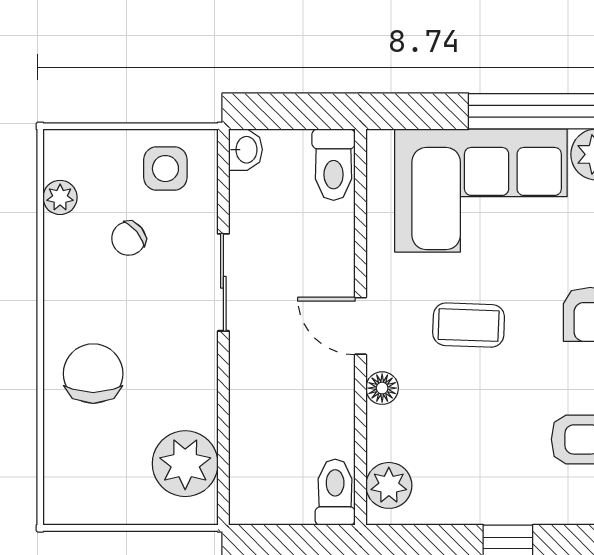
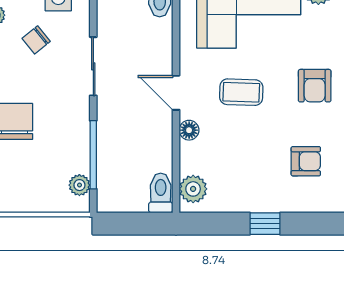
window: (223, 429) -> (93, 155), added
plant: (185, 464) -> (79, 185), width x0.53, depth x0.53

